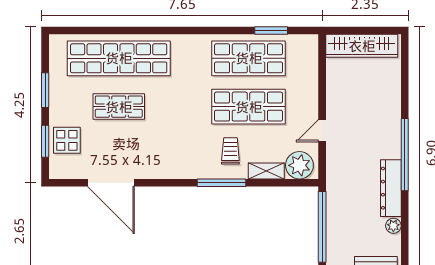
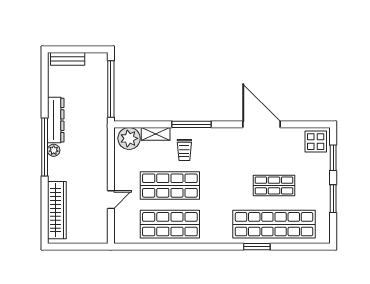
window: (271, 30) -> (257, 247), moved
wardrobe: (362, 46) -> (57, 210), moved, turned 90
door: (322, 131) -> (111, 200), moved
display table: (67, 140) -> (316, 142), moved
door: (111, 183) -> (262, 124), moved
plant: (393, 226) -> (54, 150), moved

